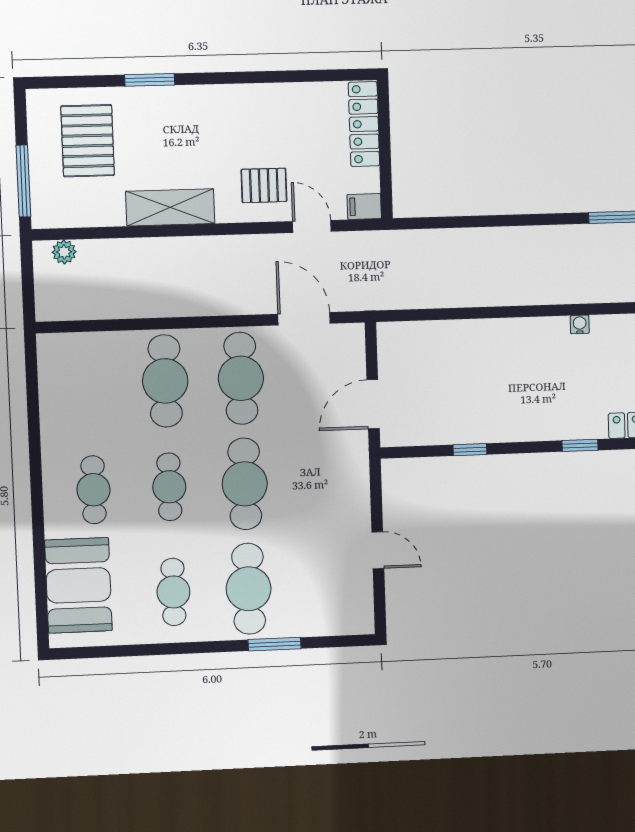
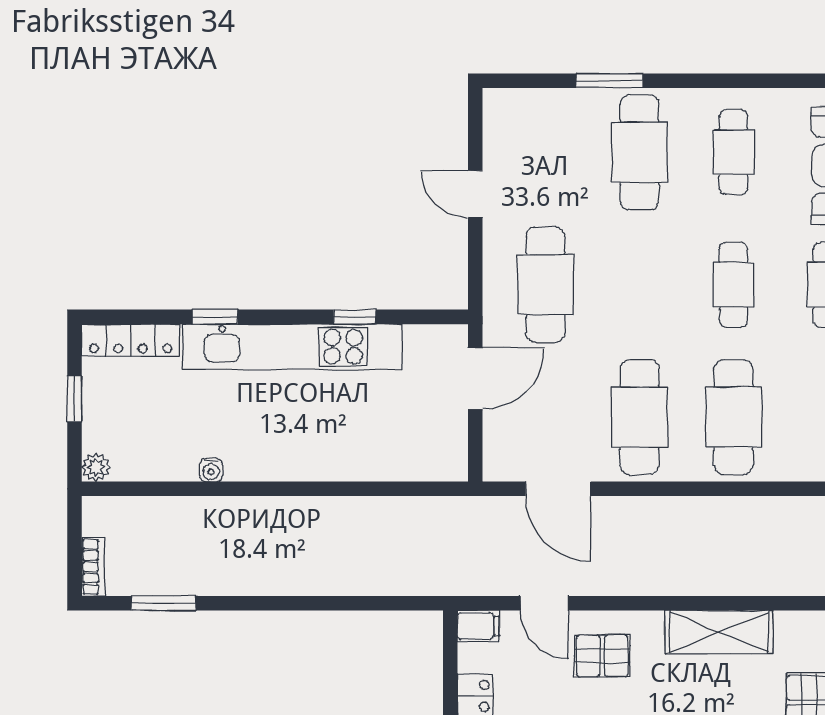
kitchen unit: (518, 424) -> (293, 347), added
cafe table: (245, 484) -> (545, 285), moved

